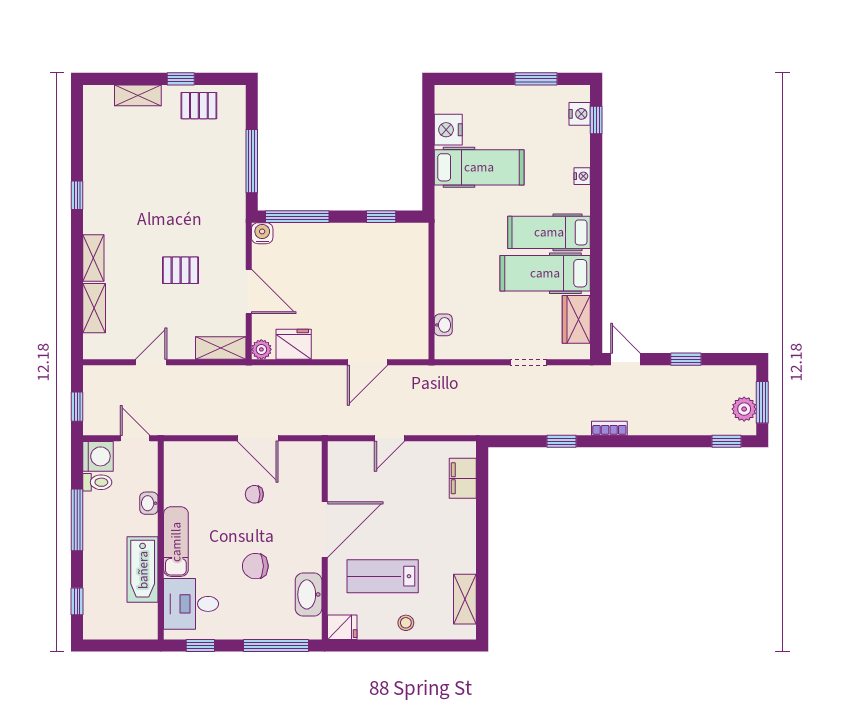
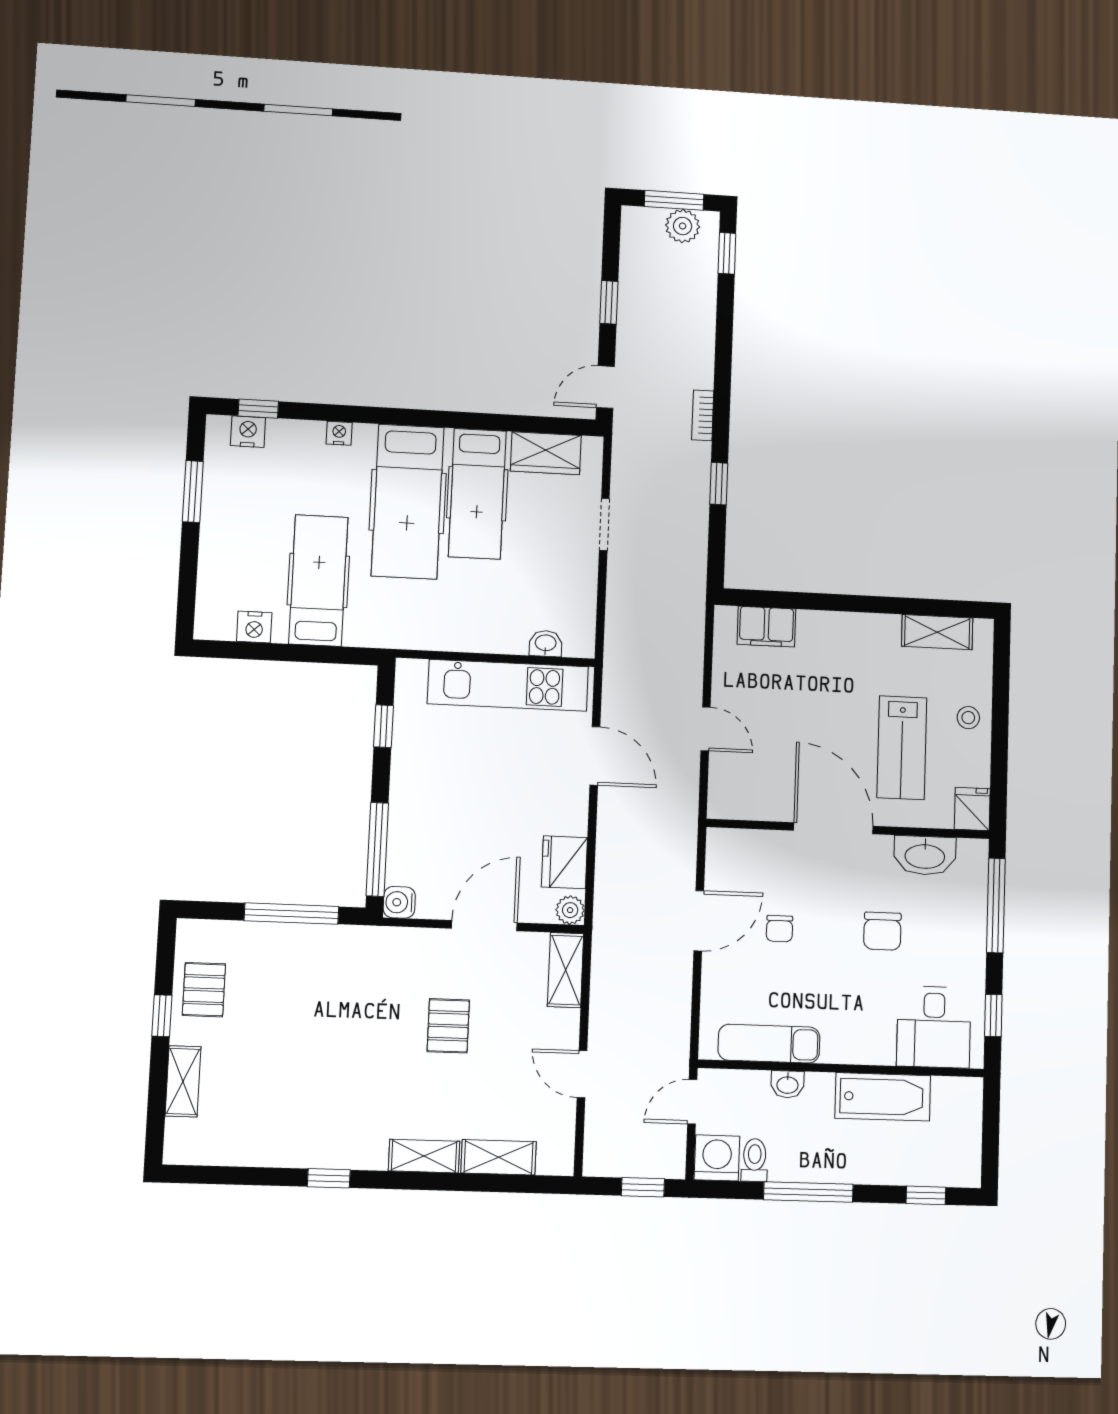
nightstand: (448, 130) -> (254, 627), width x0.74, depth x0.75
hospital bed: (549, 232) -> (408, 502), width x1.37, depth x1.29
kitchen unit: (413, 300) -> (508, 685), added
exam couch: (176, 542) -> (769, 1044), moved

